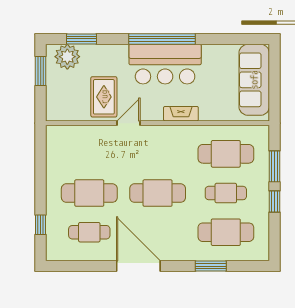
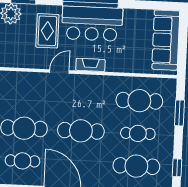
rug: (104, 97) -> (47, 31), moved
fireplace: (181, 114) -> (90, 65), moved
window: (275, 201) -> (177, 168), moved

